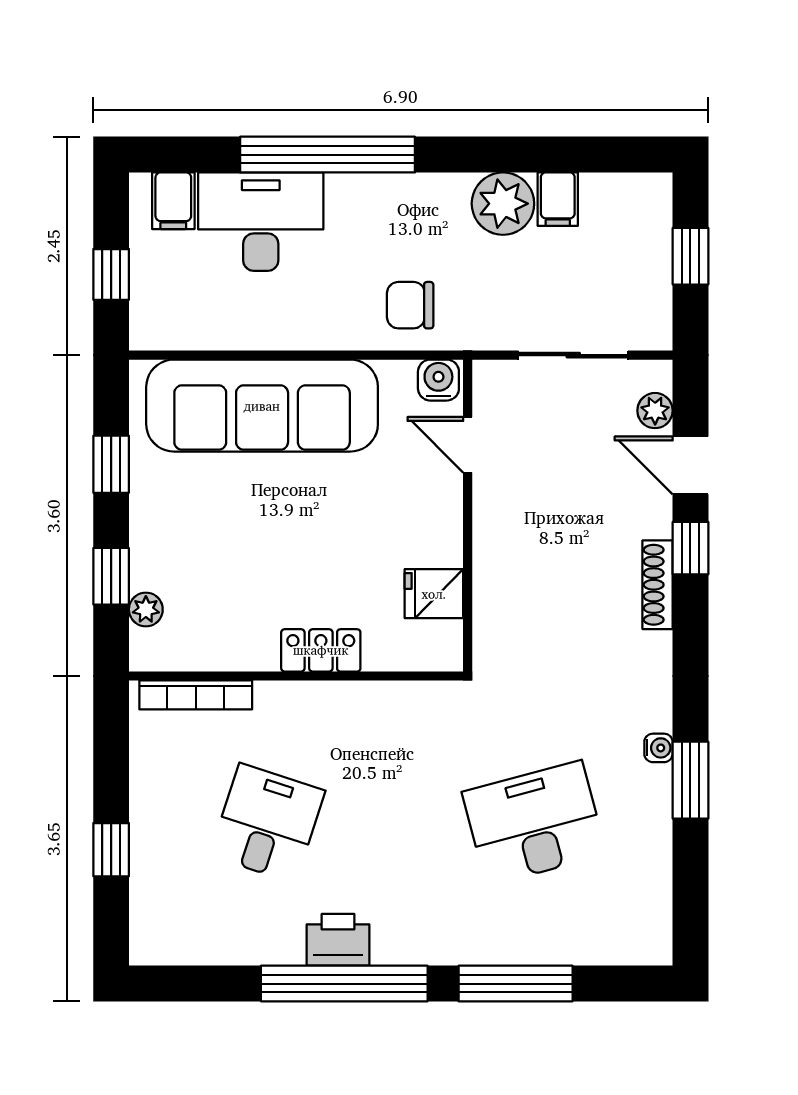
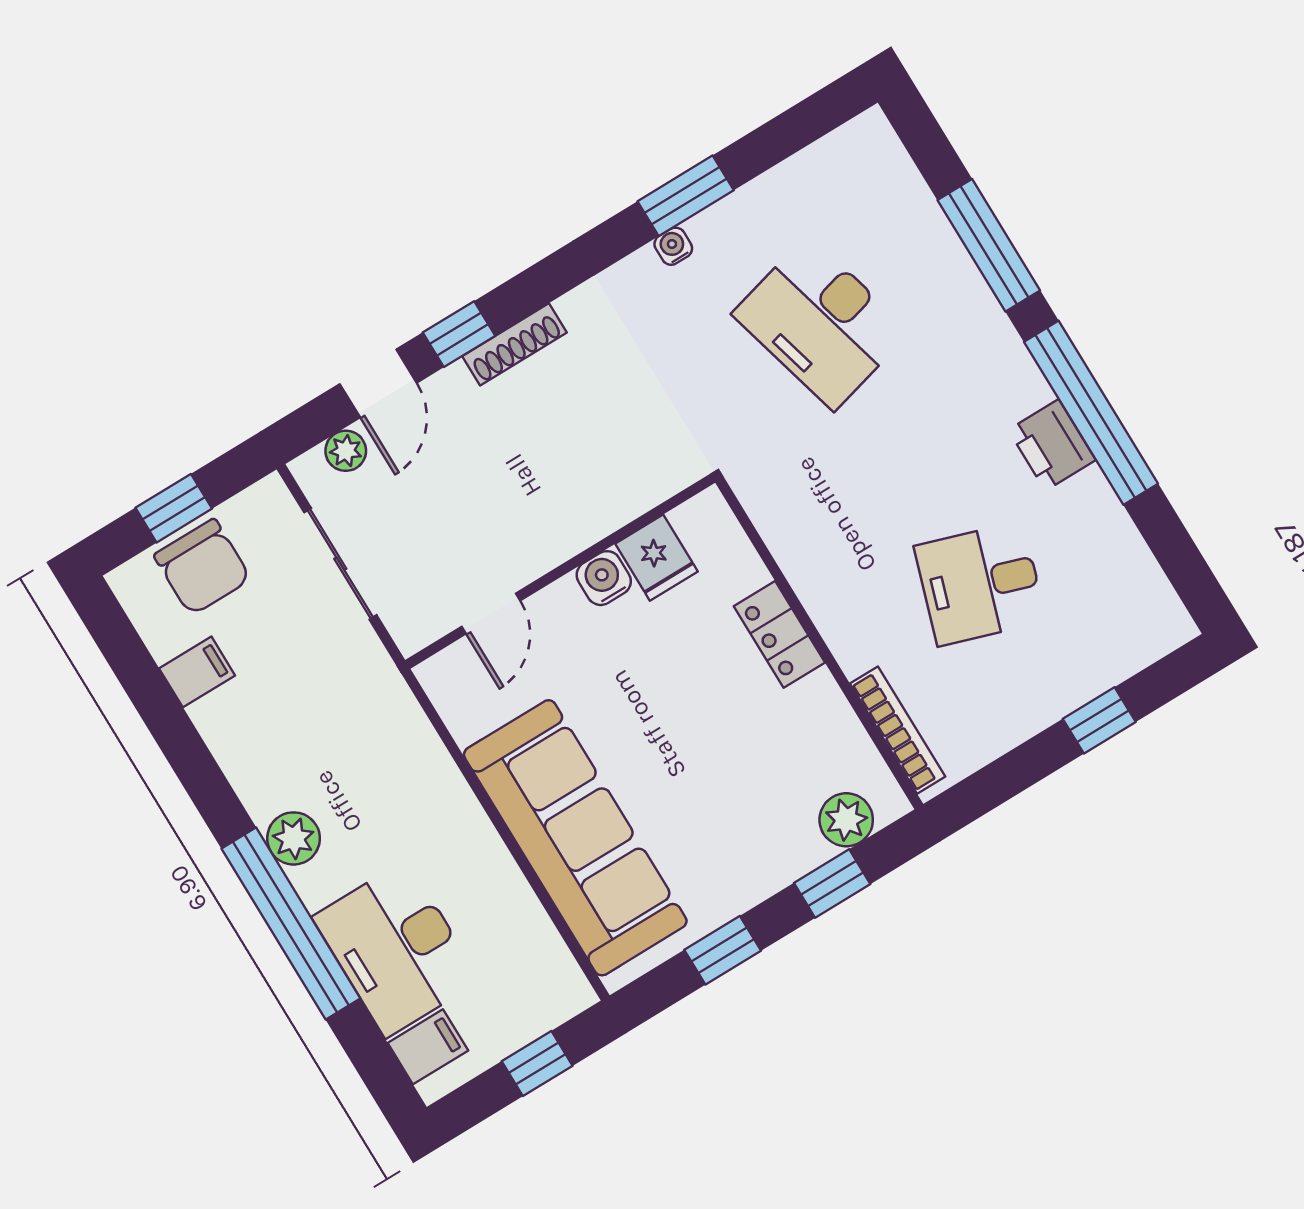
plant: (503, 204) -> (294, 838), moved, width x0.73, depth x0.73
chair: (410, 305) -> (202, 567), moved, width x1.37, depth x1.37
water cooler: (438, 380) -> (604, 578), moved, turned 90
plant: (146, 609) -> (846, 820), width x1.38, depth x1.38

